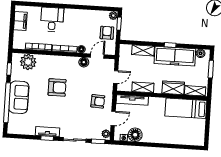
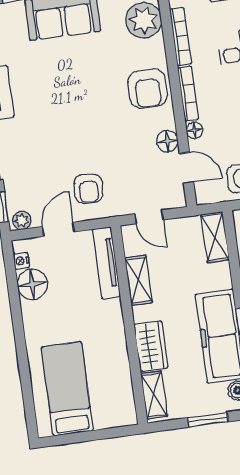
shelving: (143, 50) -> (215, 237), moved
armchair: (57, 87) -> (148, 89), moved
bed: (186, 108) -> (67, 389), moved
door: (113, 118) -> (58, 229), swing flipped

